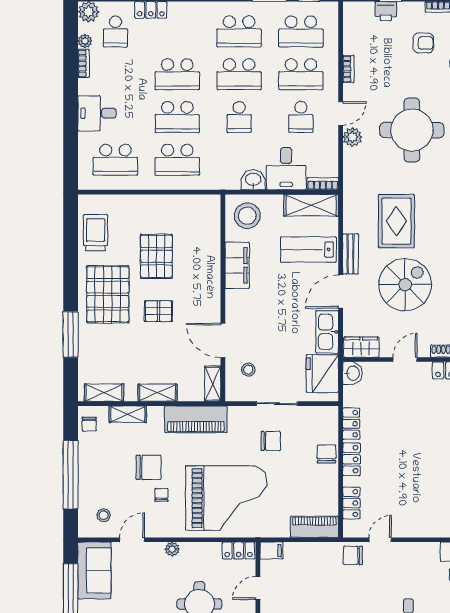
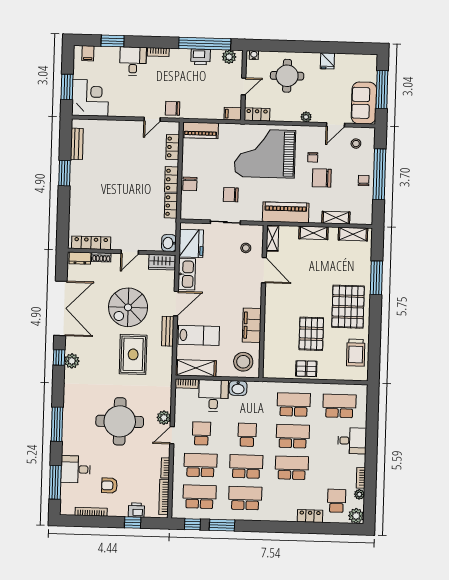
bookcase: (349, 30) -> (164, 497), added
pallet: (159, 311) -> (306, 369), moved
chair: (89, 424) -> (364, 180), moved
chair: (353, 555) -> (173, 108), turned 180

